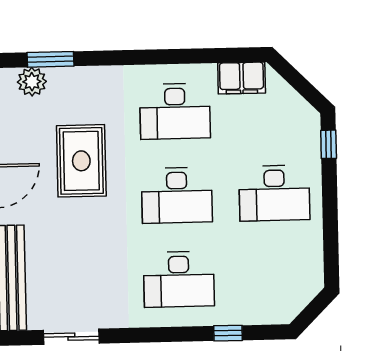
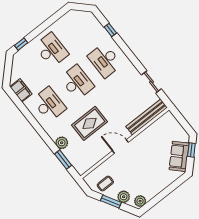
plant: (32, 82) -> (62, 143), moved
desk: (179, 279) -> (105, 60), turned 180

